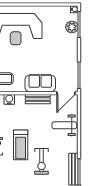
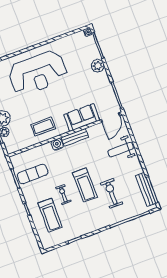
plant: (72, 27) -> (98, 66), moved
bench: (38, 99) -> (75, 137), moved
exercise bike: (42, 161) -> (111, 193), turned 180

